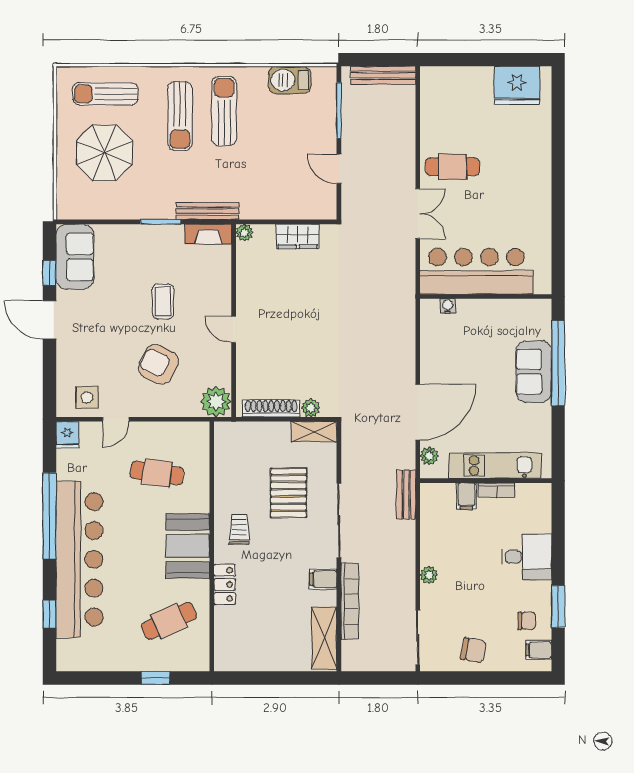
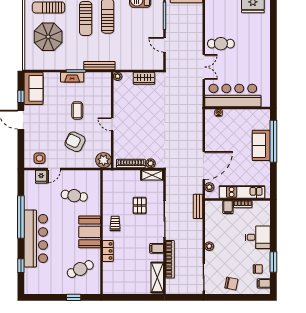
fireplace: (208, 234) -> (72, 77), moved
fridge: (67, 435) -> (41, 177), moved
pallet: (289, 493) -> (140, 205), width x0.67, depth x0.71
bar counter: (79, 559) -> (36, 239), width x0.73

